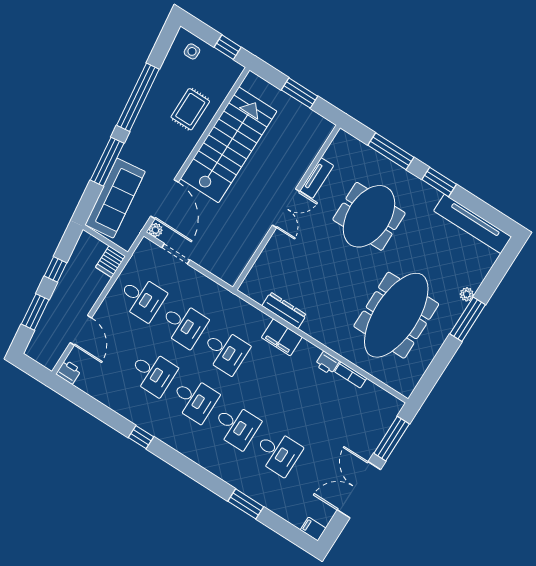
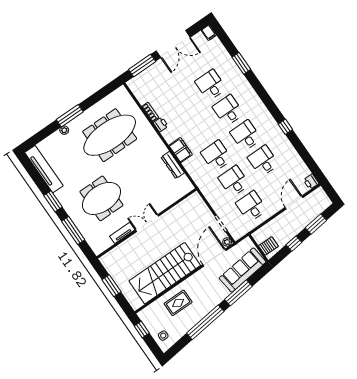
server rack: (110, 262) -> (268, 246), moved

